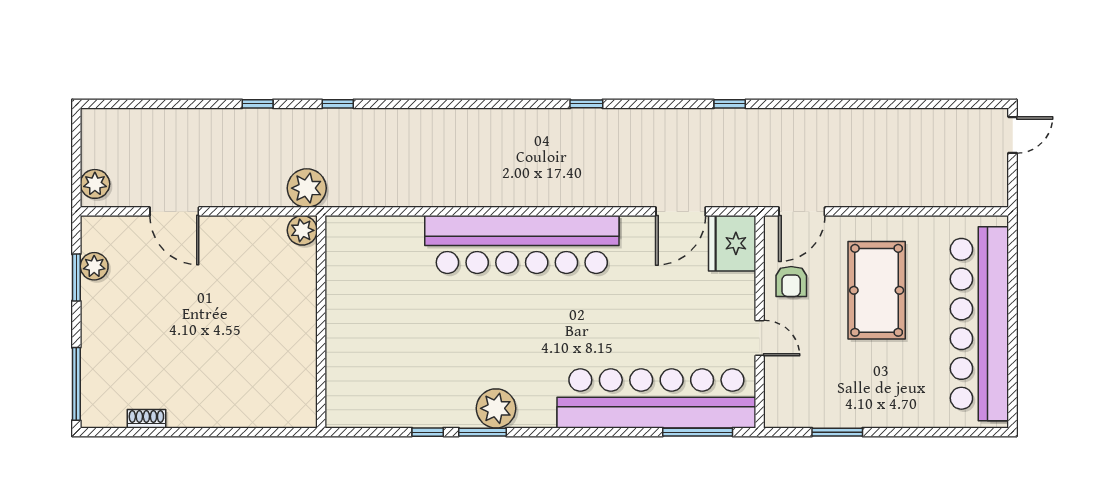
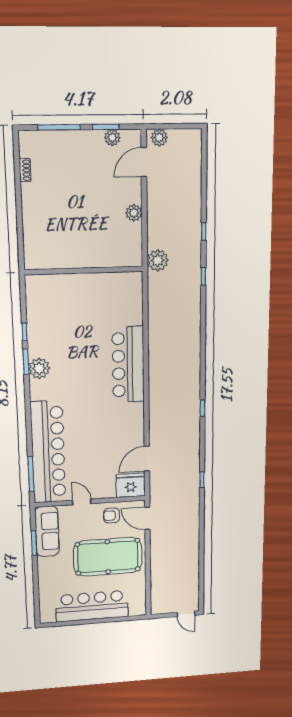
door: (174, 211) -> (144, 162), moved
door: (681, 211) -> (147, 459), hinge flipped
plant: (302, 230) -> (134, 213), moved
bar counter: (522, 244) -> (128, 365), width x0.73
pool table: (877, 290) -> (108, 557), width x1.36, depth x1.32
bar counter: (979, 324) -> (92, 606), width x0.73
door: (760, 338) -> (82, 502), swing flipped
window: (76, 384) -> (59, 127), moved
sofa: (815, 406) -> (47, 531), added

